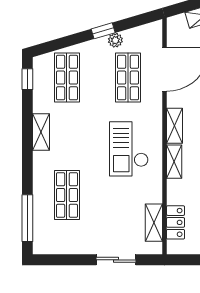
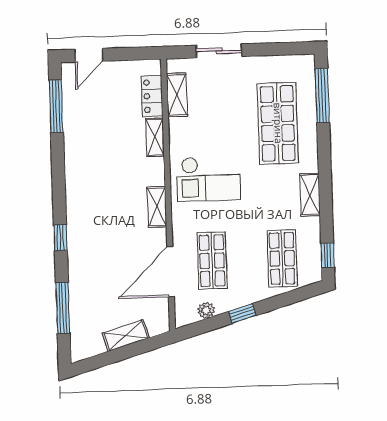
plant: (115, 40) -> (206, 310), moved
checkout: (129, 149) -> (208, 179), turned 90
shelving: (174, 162) -> (155, 137), moved
shop shelf: (67, 195) -> (278, 123), width x1.43, depth x1.36

